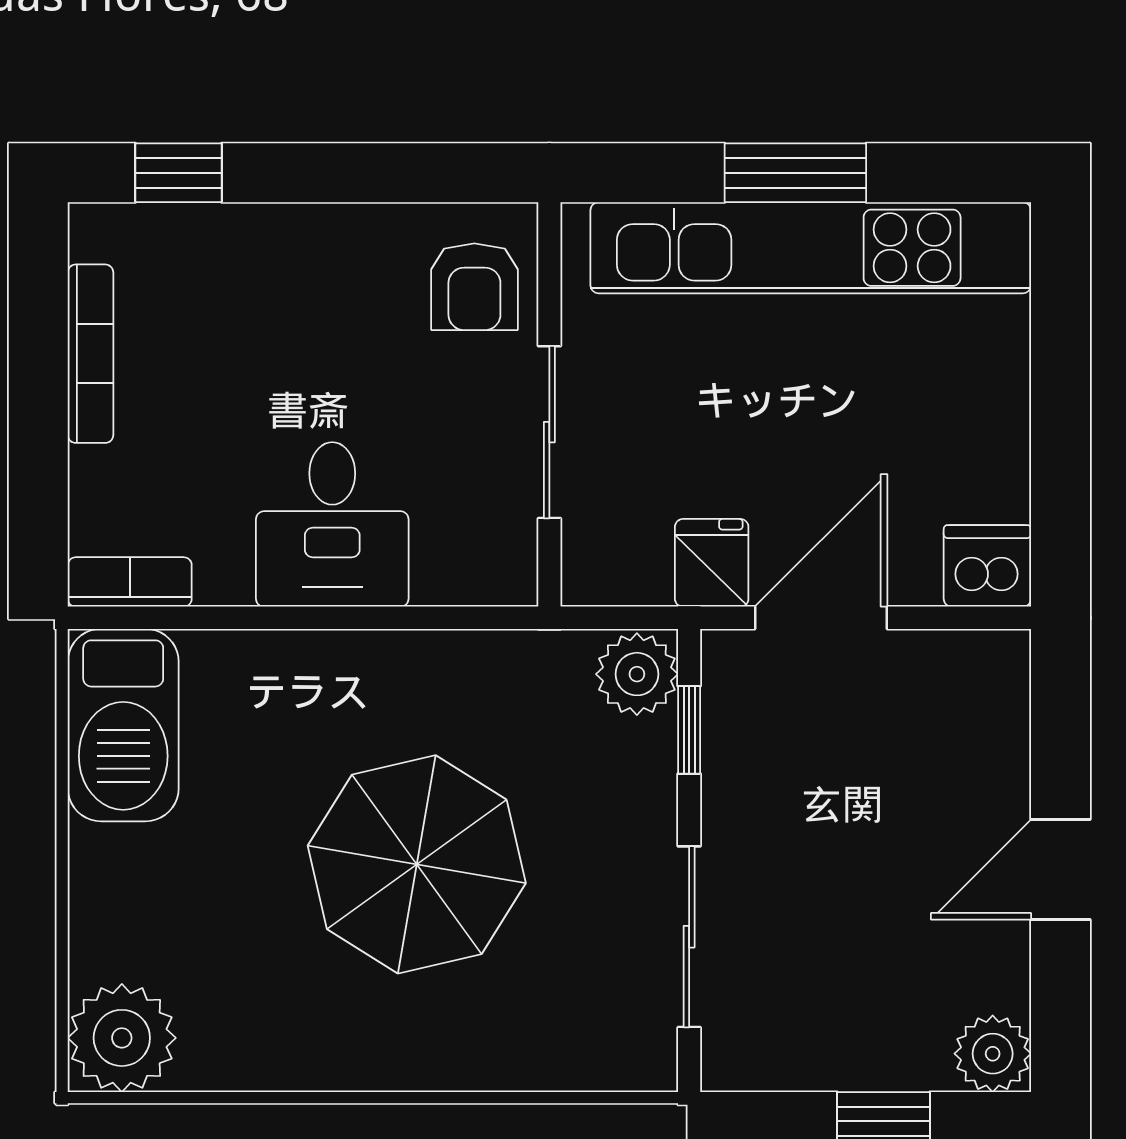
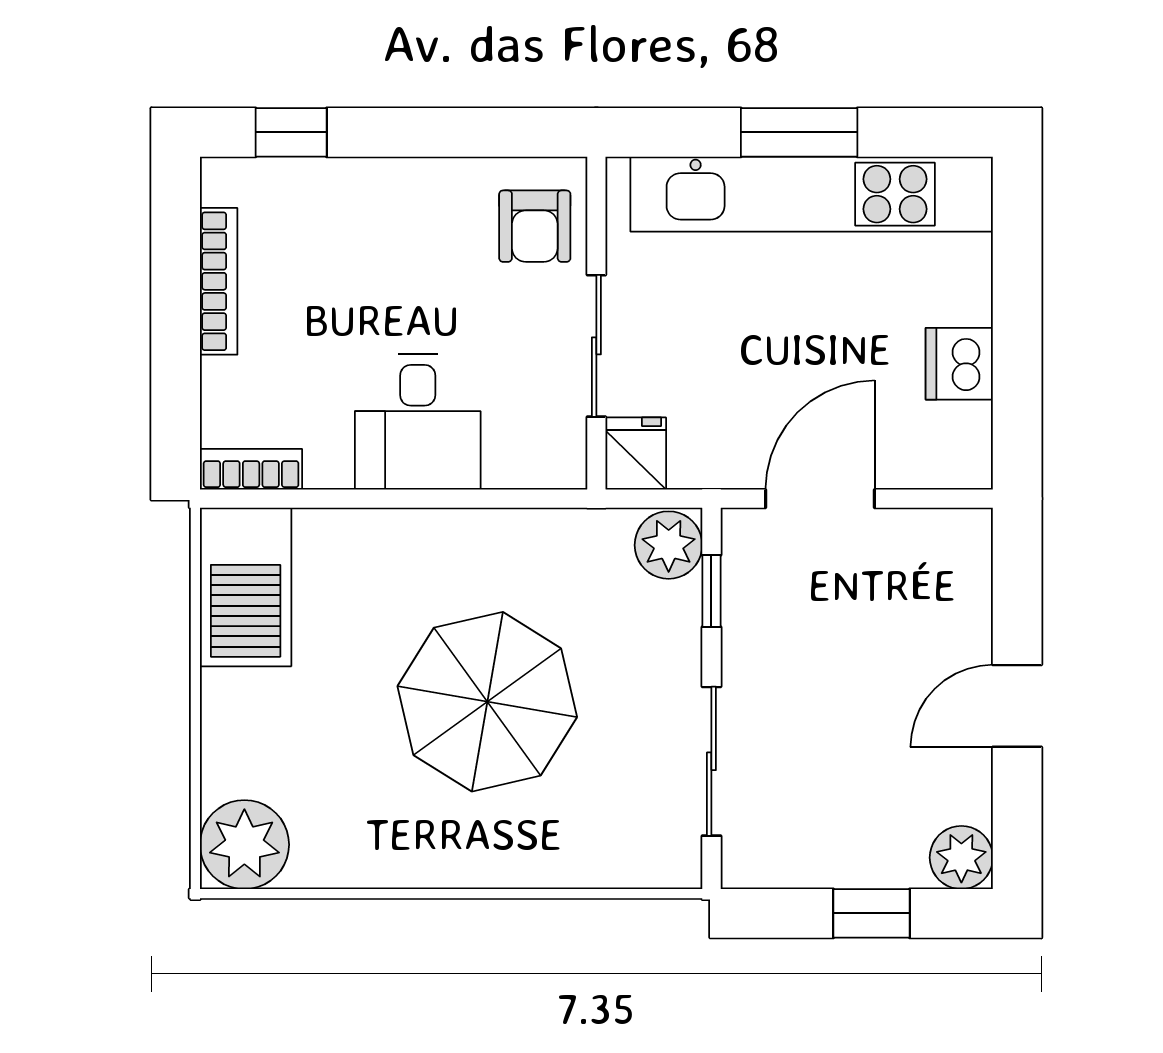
fridge: (712, 563) -> (636, 453), moved
dishwasher: (987, 566) -> (959, 364), moved, turned -90

